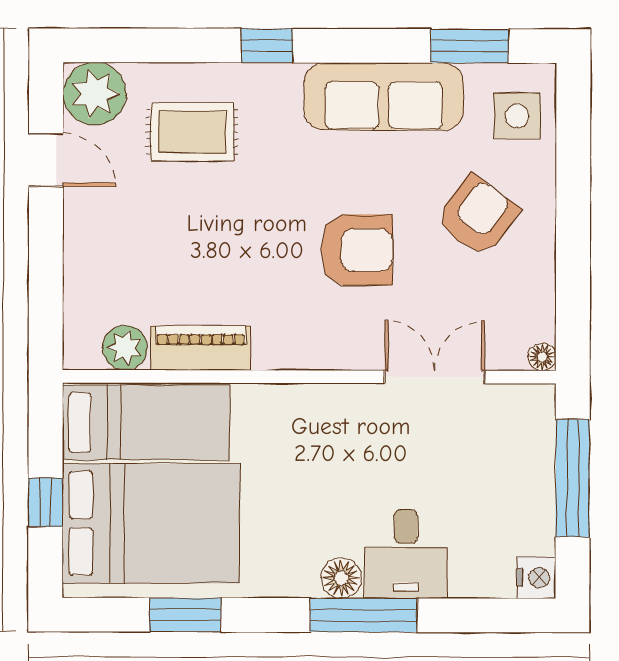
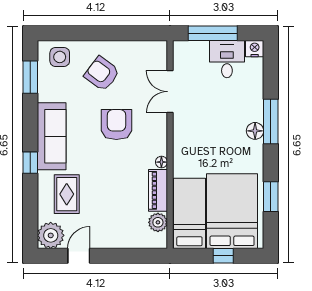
sofa: (384, 97) -> (52, 136), moved
floor lamp: (542, 357) -> (161, 162), moved
desk: (406, 554) -> (227, 59), moved, turned -90

